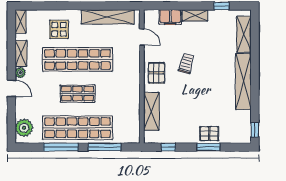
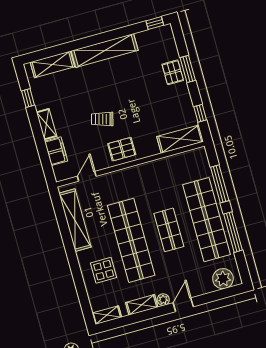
shelving: (151, 111) -> (180, 139), moved

